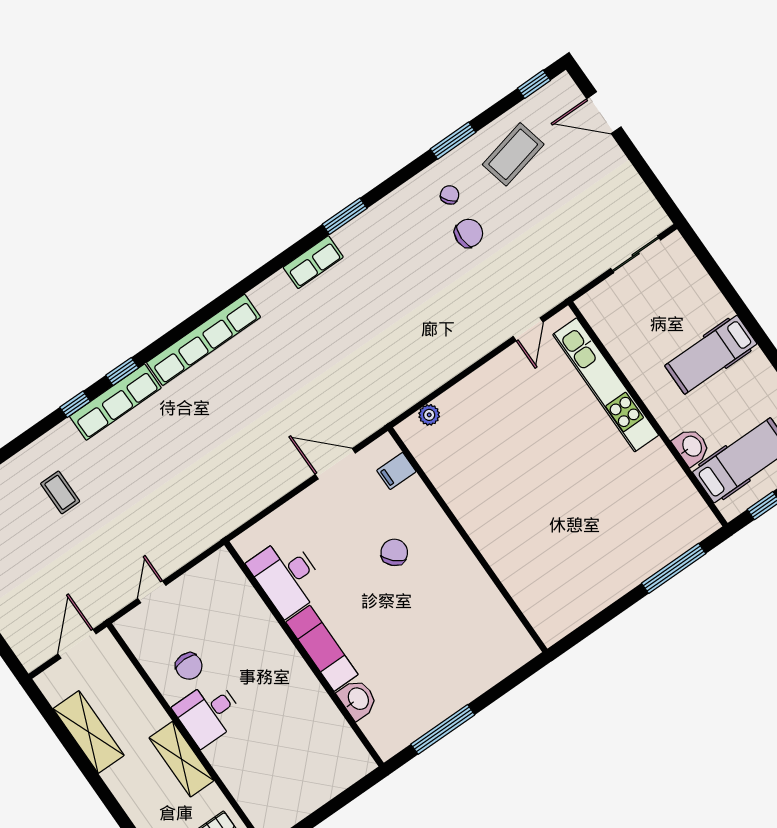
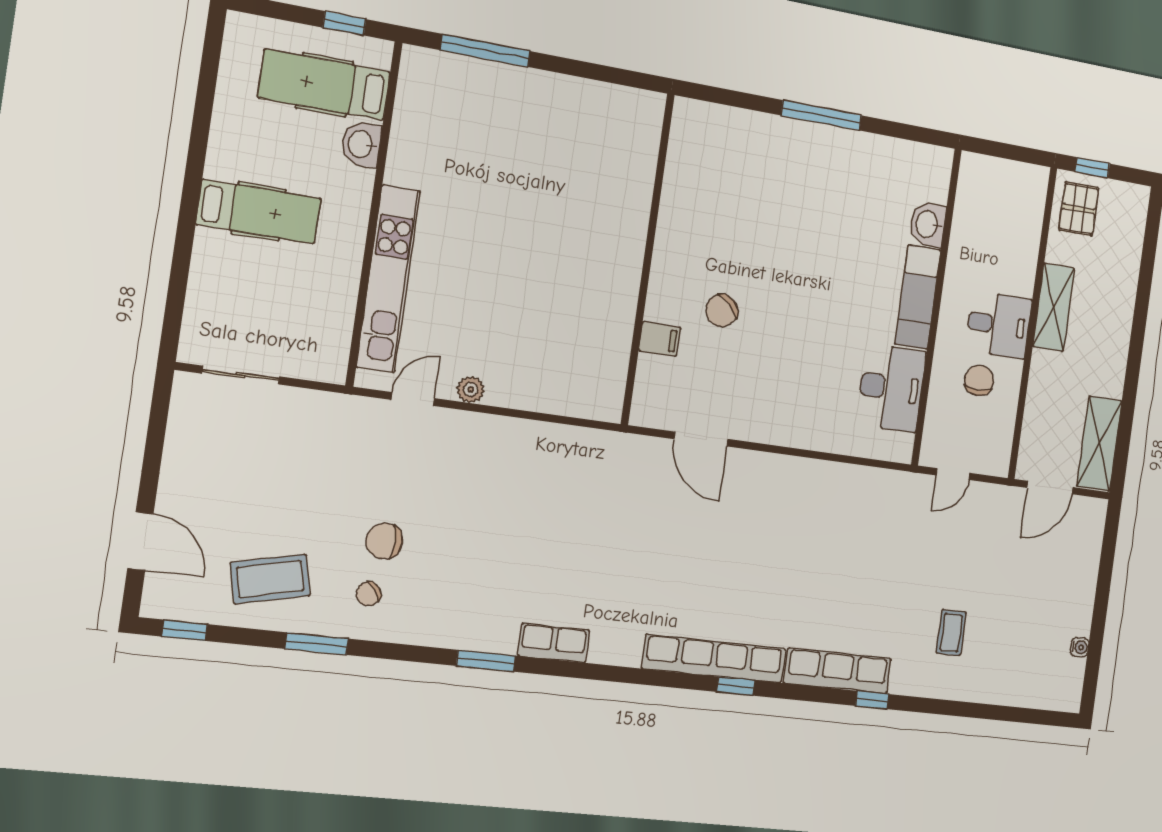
window: (122, 371) -> (736, 686), moved
plant: (429, 415) -> (471, 390), moved
filing cabinet: (396, 471) -> (660, 339), moved
desk: (287, 576) -> (891, 388), moved
exam couch: (322, 648) -> (918, 297), moved
wall: (304, 654) -> (936, 307), moved
washbasin: (358, 699) -> (928, 224), moved
shelving: (89, 732) -> (1099, 444), moved

